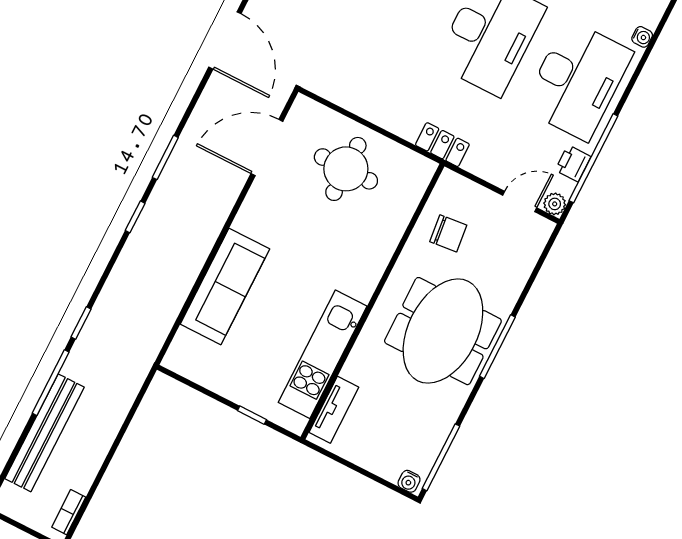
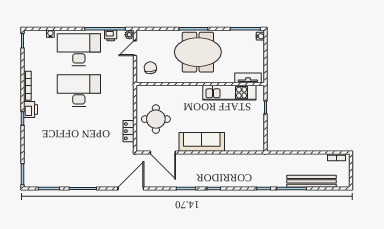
locker: (442, 145) -> (128, 131), moved
door: (520, 202) -> (135, 48), hinge flipped
chair: (448, 233) -> (150, 68), moved
sofa: (225, 286) -> (202, 142), moved

